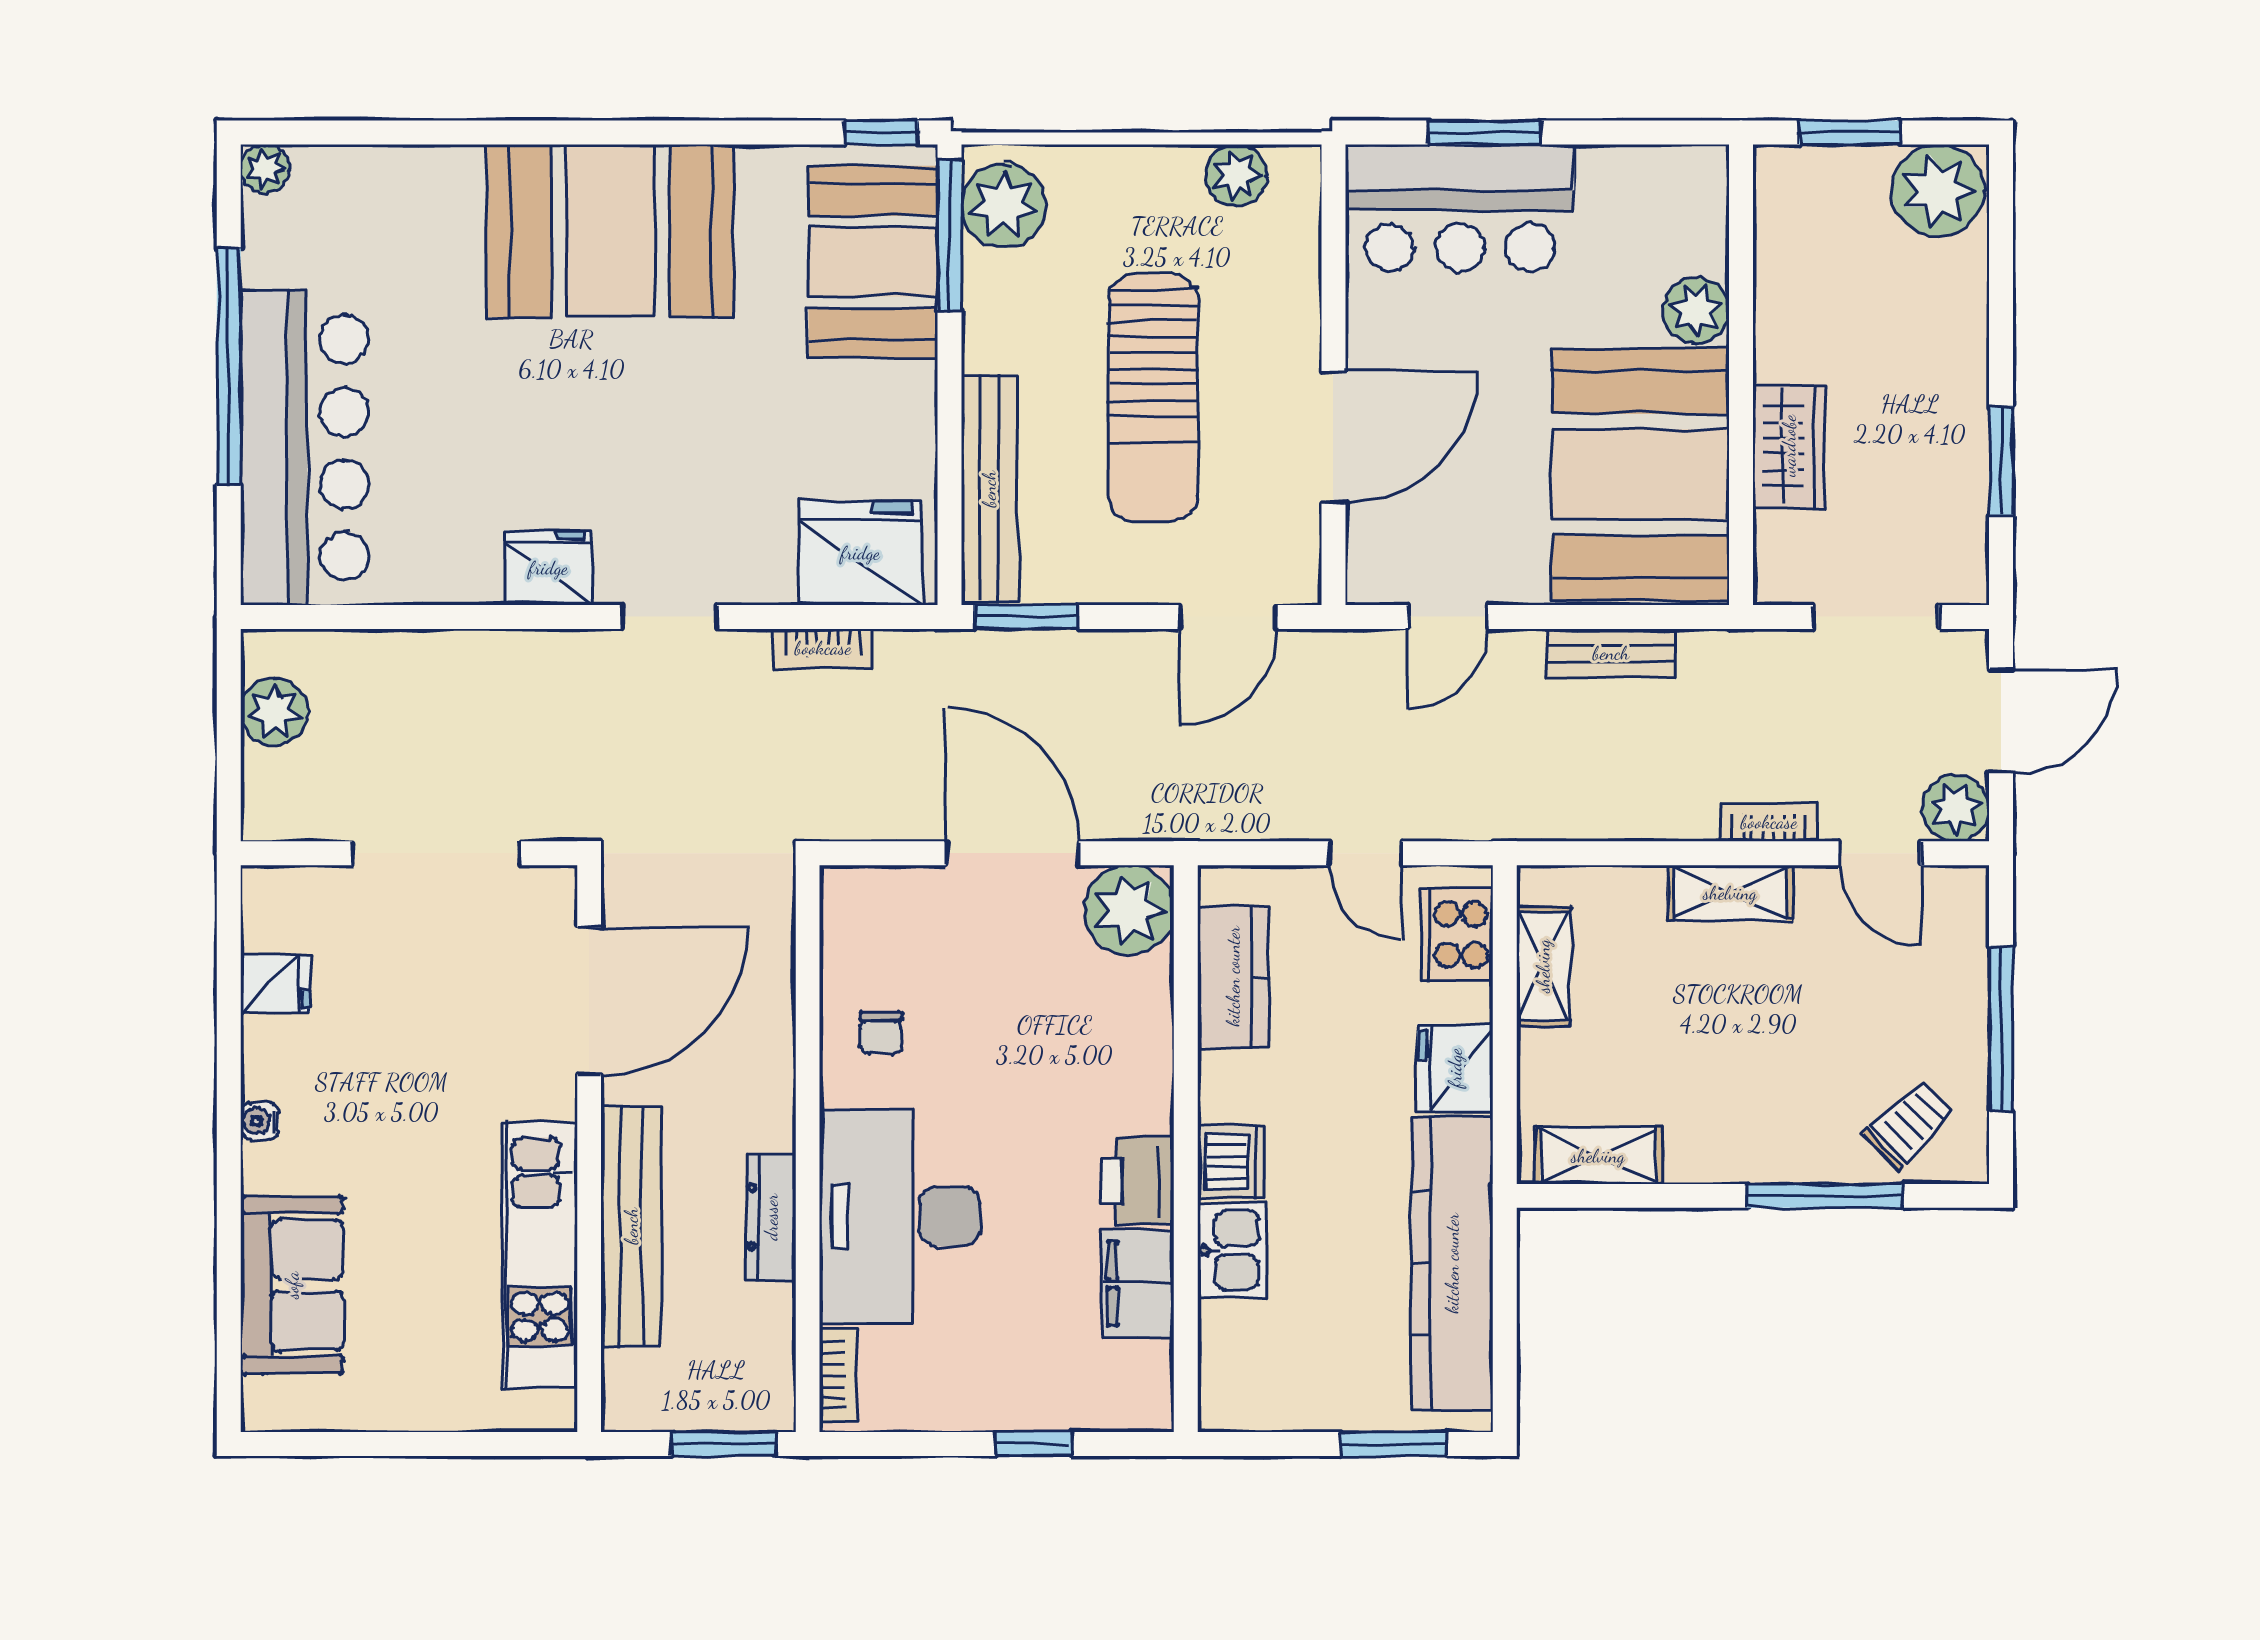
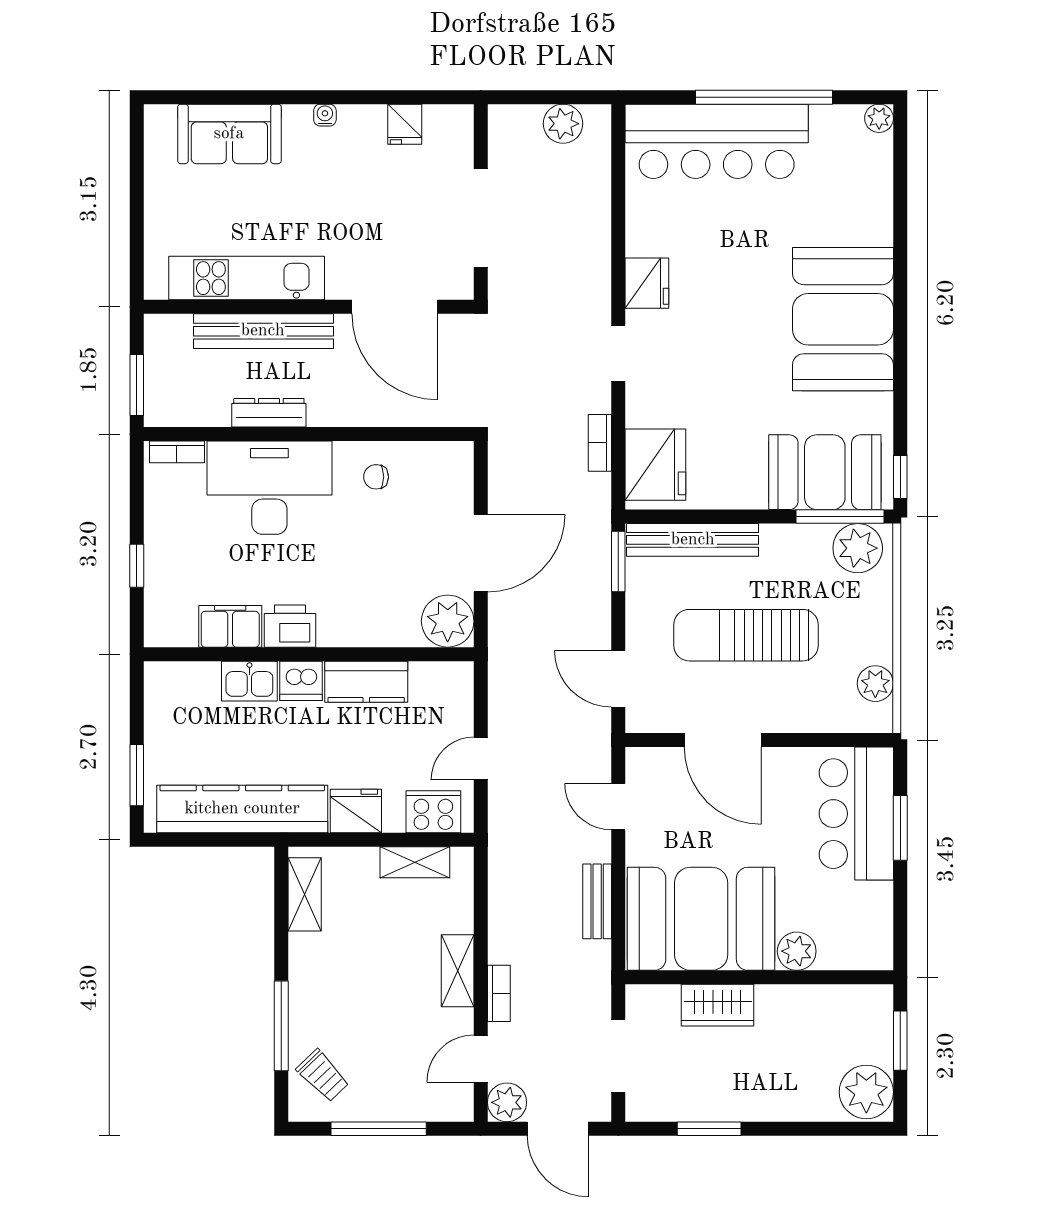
kitchen counter: (1233, 976) -> (366, 682), moved

